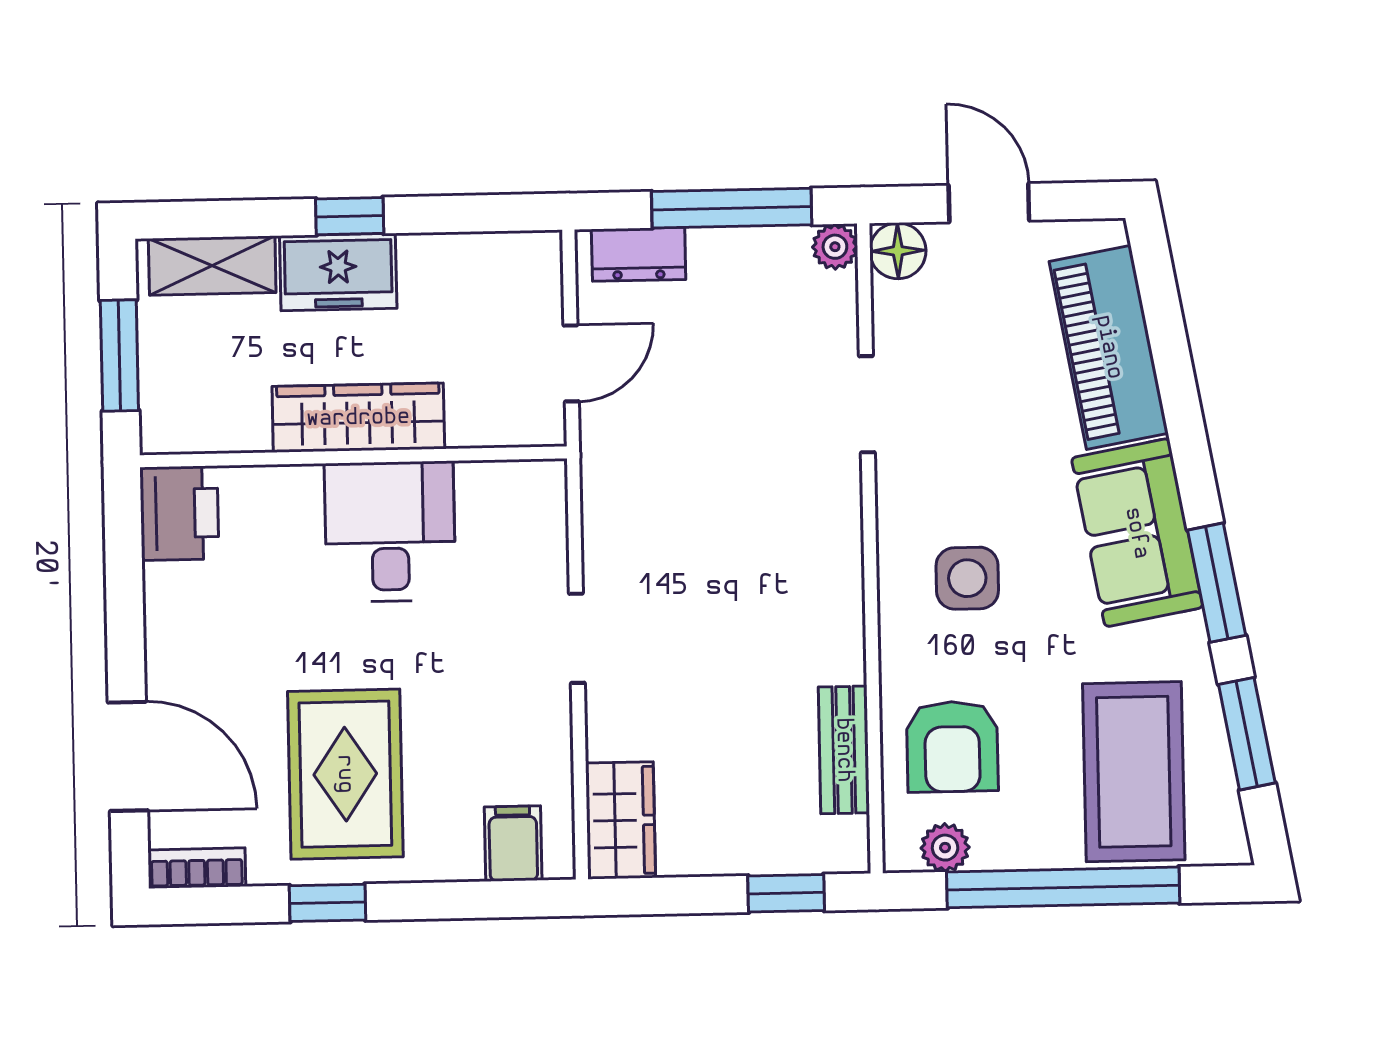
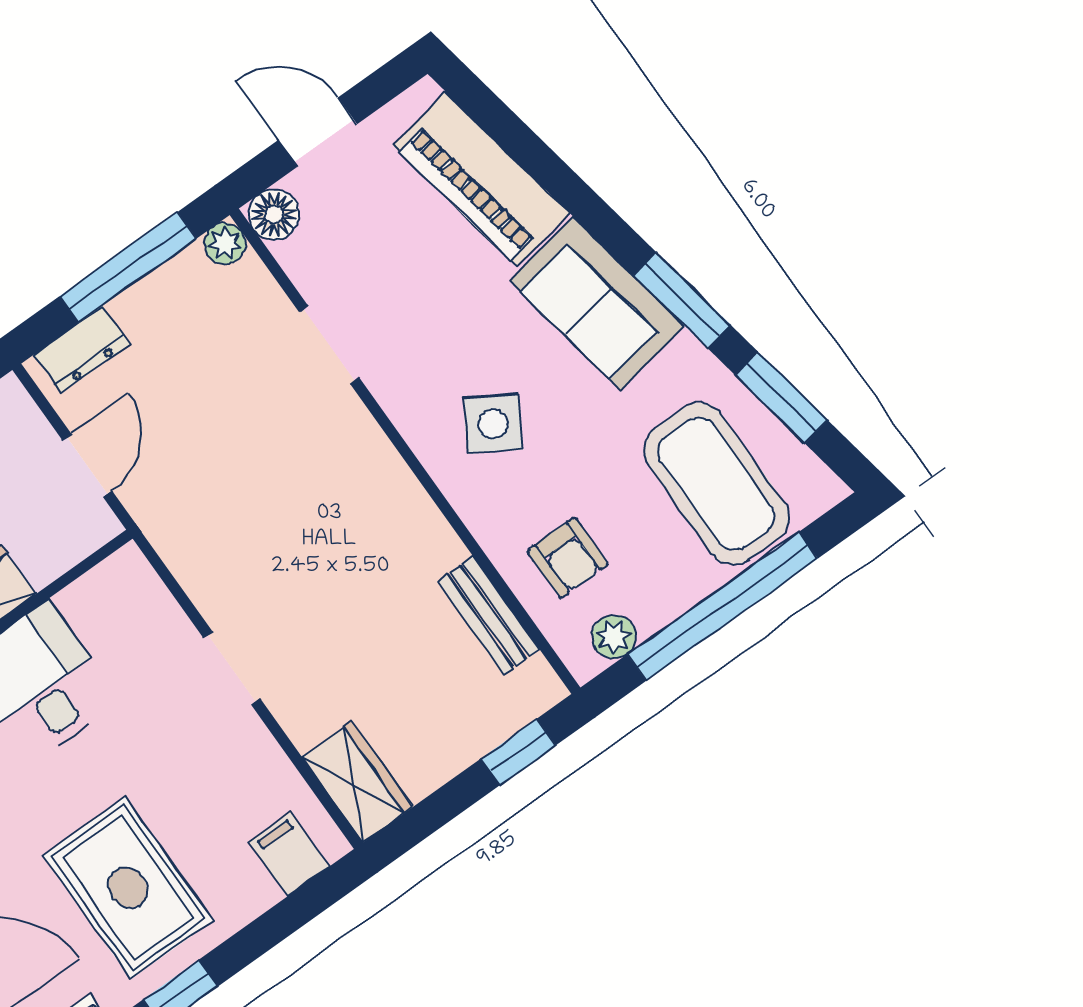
side table: (967, 578) -> (493, 424), turned 31
armchair: (952, 747) -> (568, 557), width x0.72, depth x0.72

